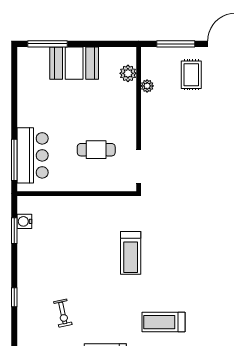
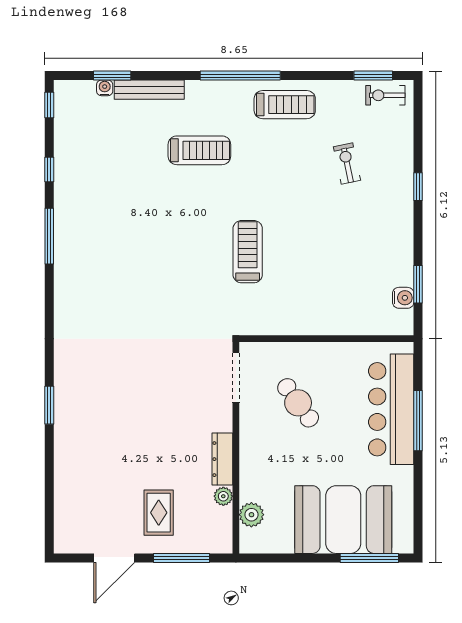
booth: (74, 63) -> (343, 520), width x1.36, depth x1.42
dresser: (148, 111) -> (222, 459), added
cafe table: (96, 150) -> (298, 403), turned 54
bar counter: (33, 155) -> (391, 409), width x1.36
window: (14, 160) -> (418, 421), moved

